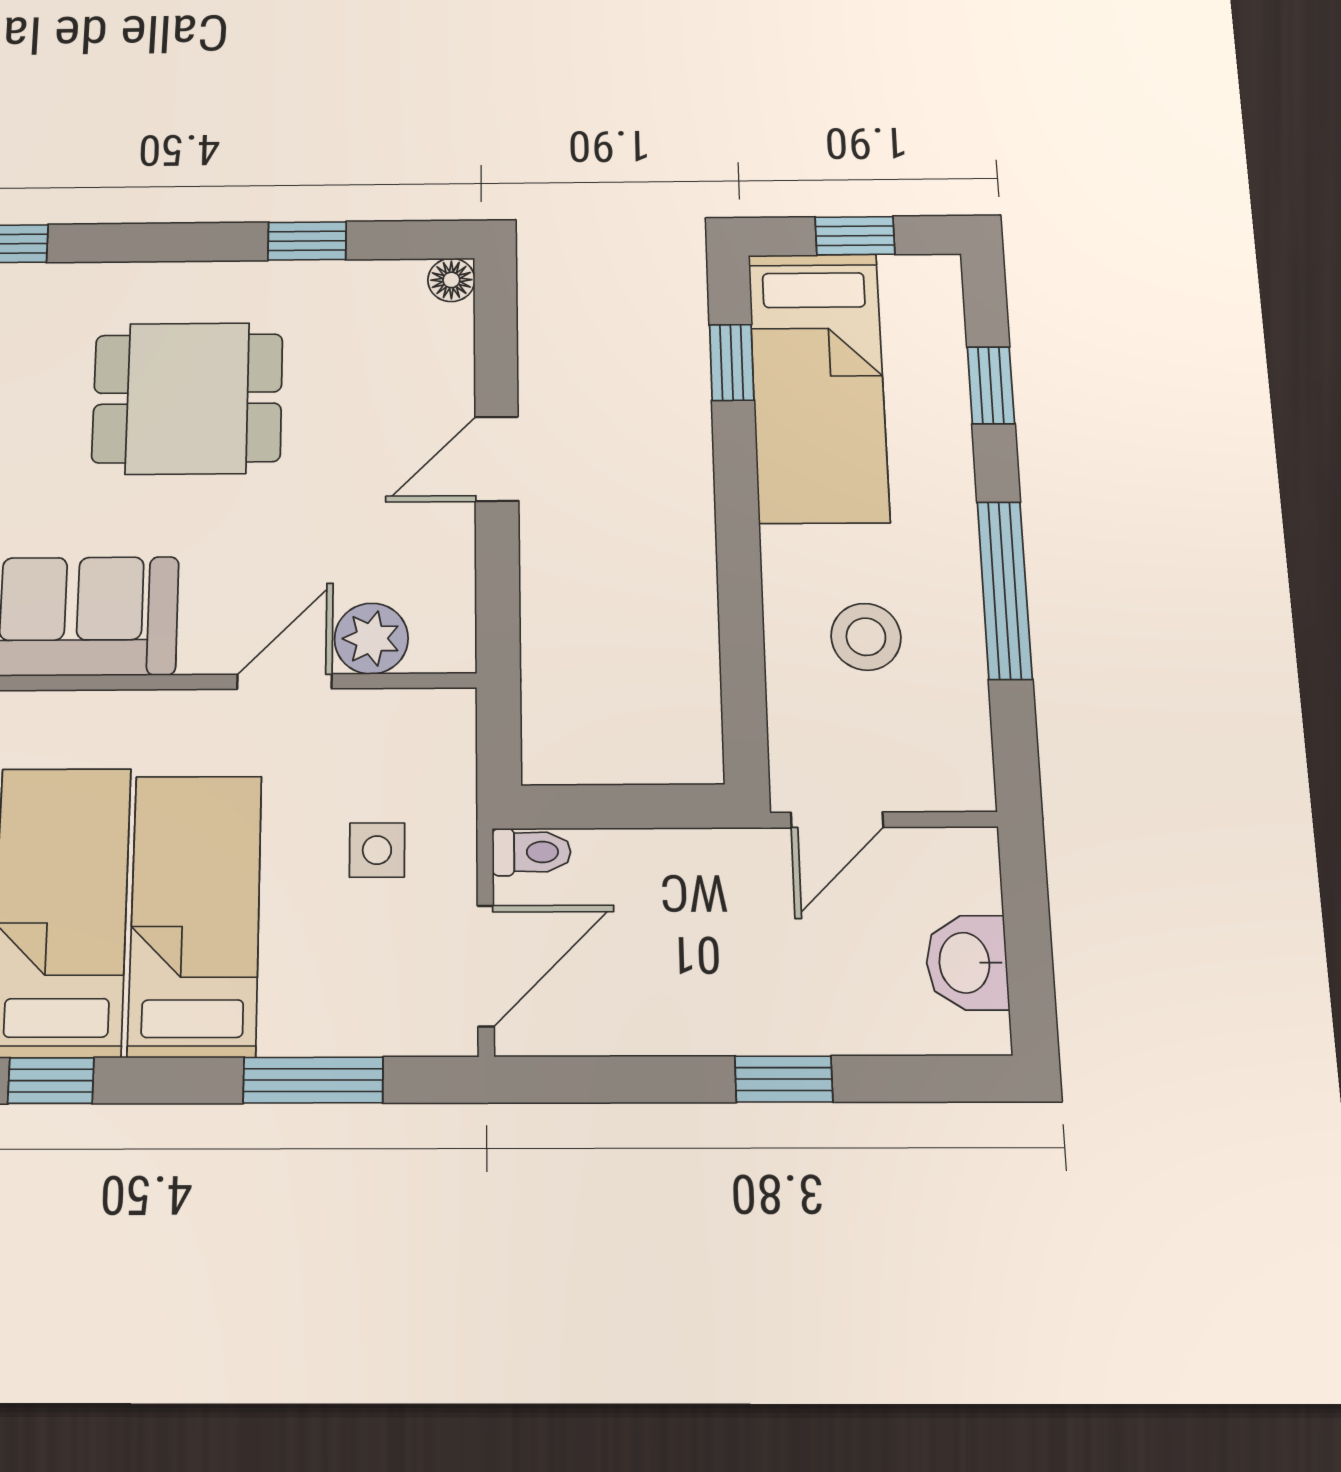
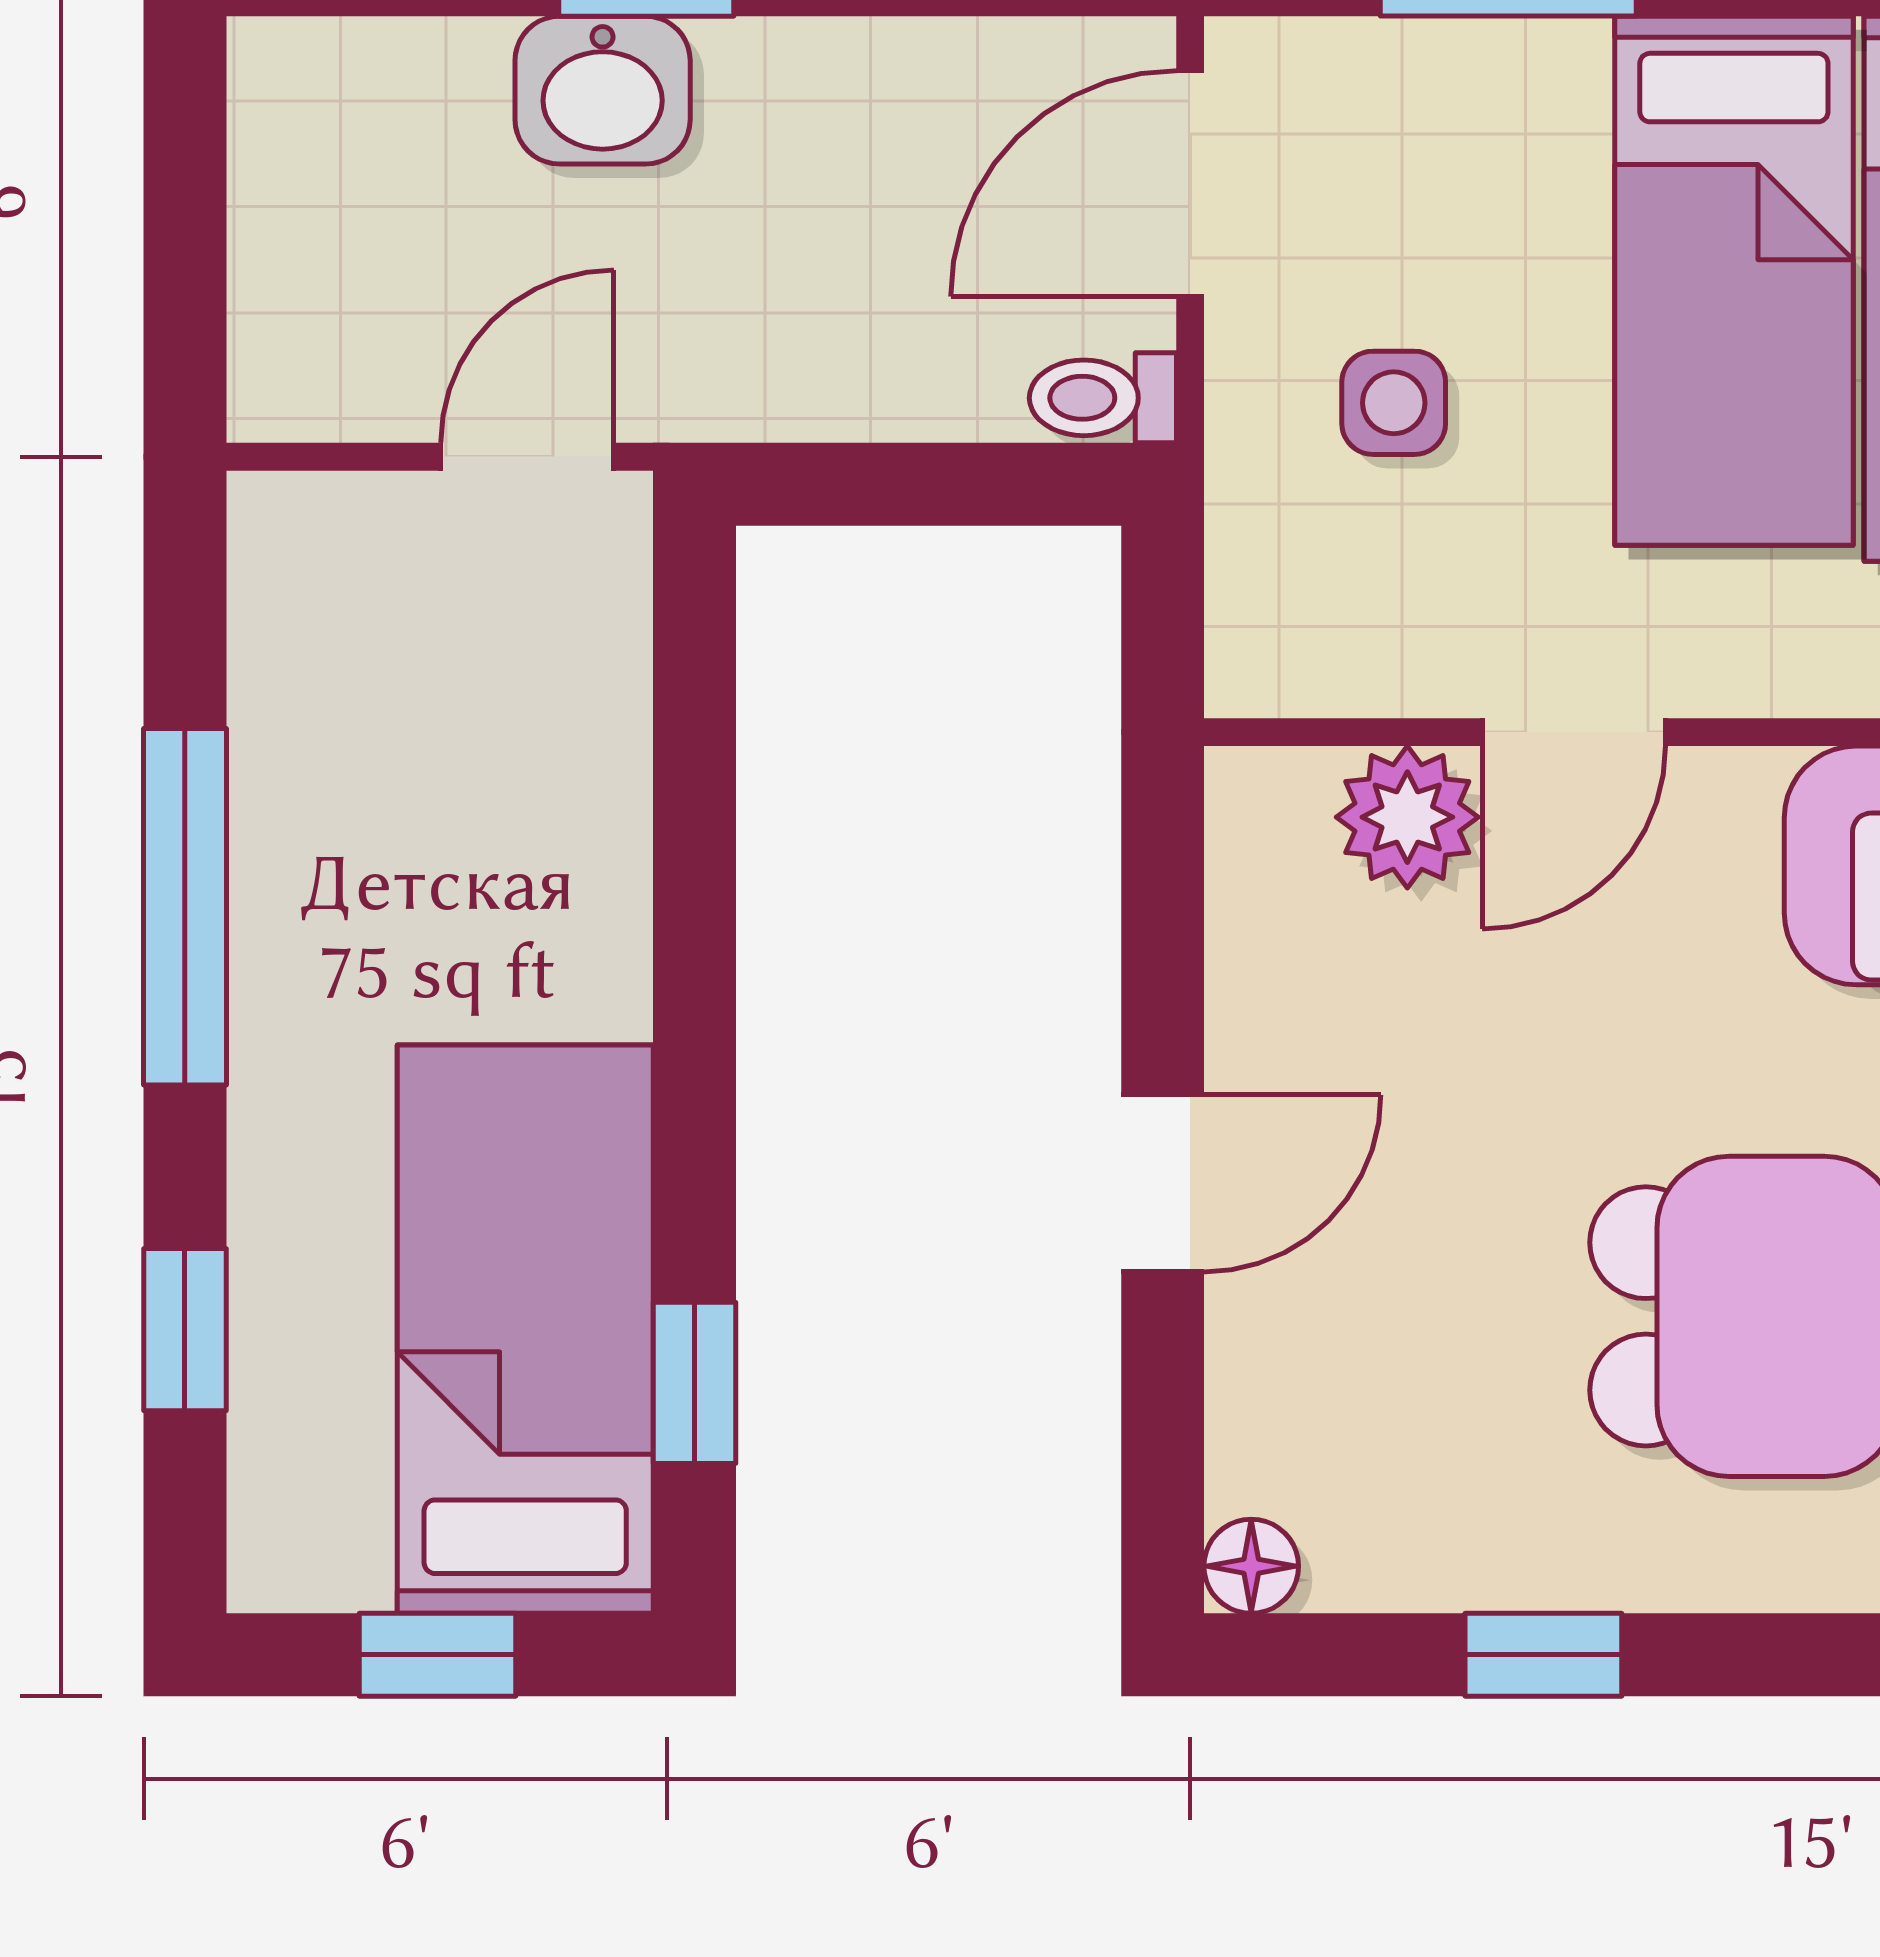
stool: (866, 637) -> (456, 815), removed
washbasin: (967, 963) -> (603, 90), moved, turned 90

